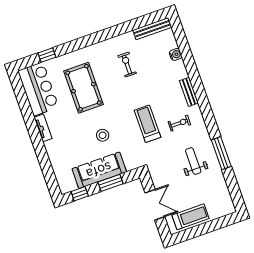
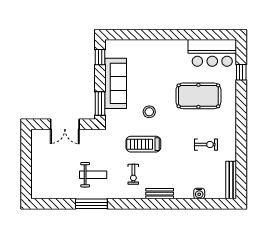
treadmill: (148, 124) -> (143, 144), turned 180
tv unit: (43, 128) -> (174, 44), removed
stool: (103, 135) -> (149, 112), moved
window: (111, 183) -> (100, 103), moved
treadmill: (190, 217) -> (42, 154), removed

